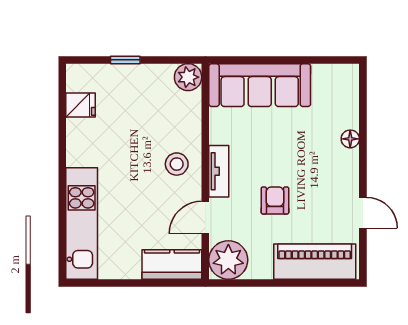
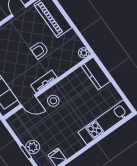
plant: (188, 77) -> (33, 147), moved
door: (205, 218) -> (28, 101), moved
plant: (228, 260) -> (84, 53), width x0.53, depth x0.53

